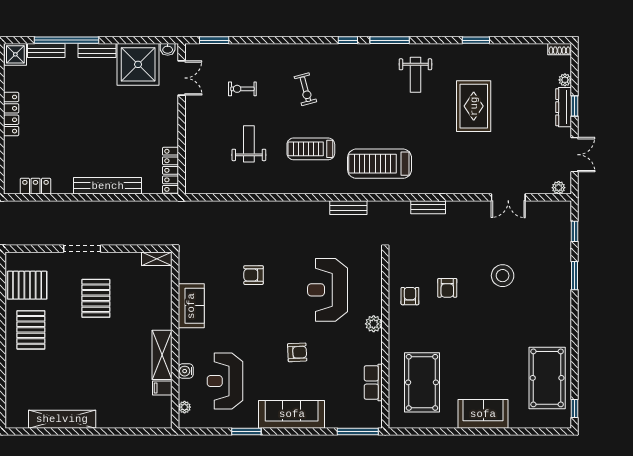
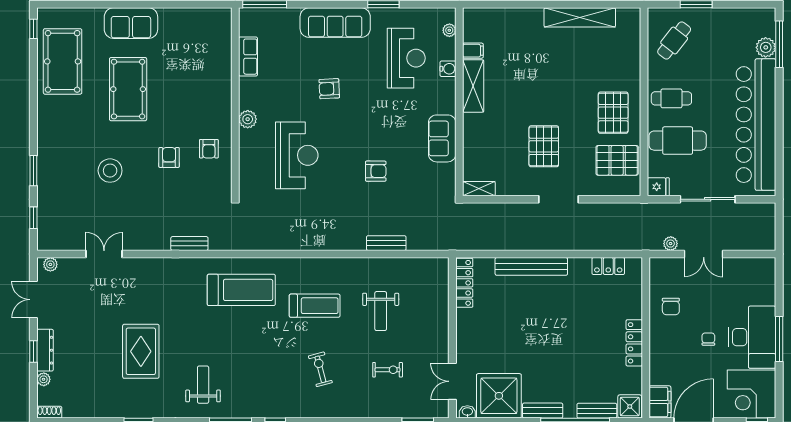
bench: (348, 208) -> (386, 243), moved
pool table: (422, 382) -> (128, 89), moved

